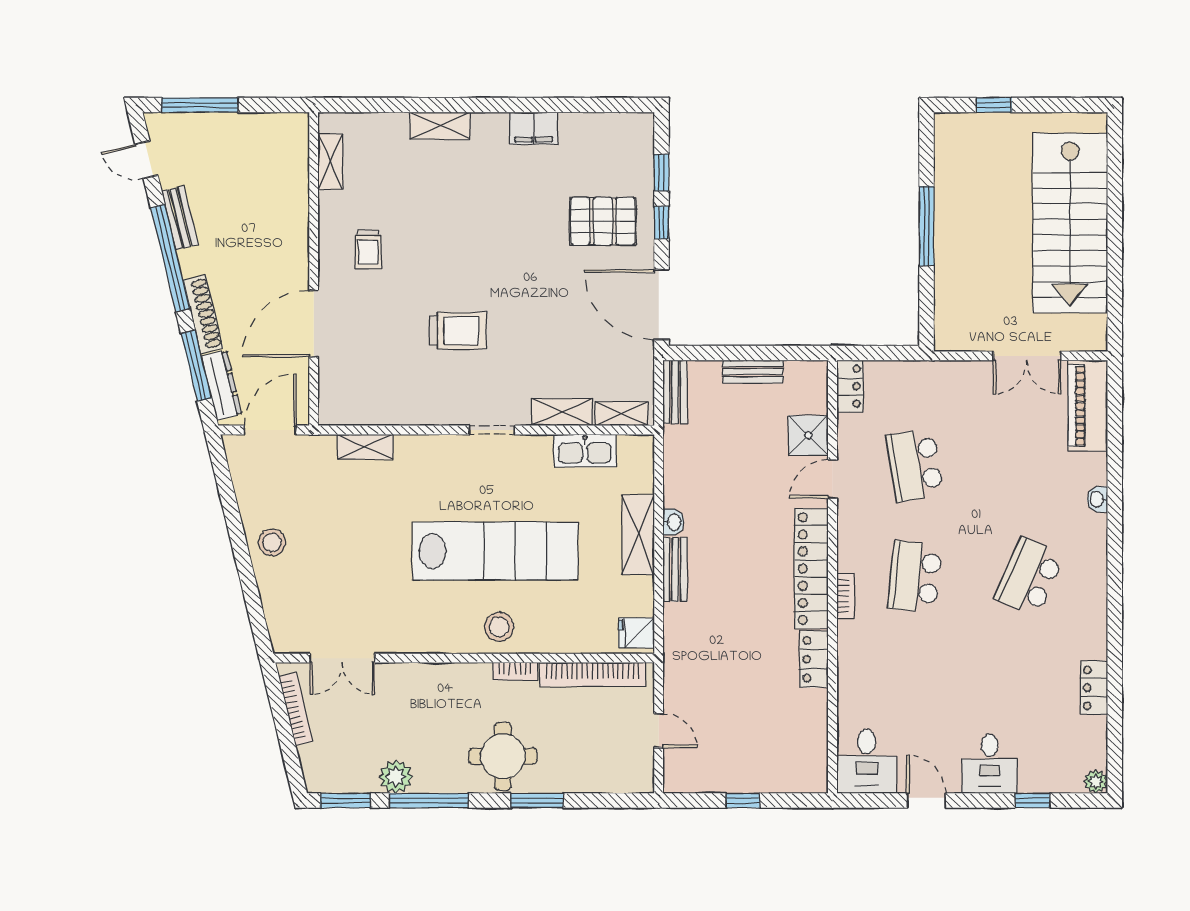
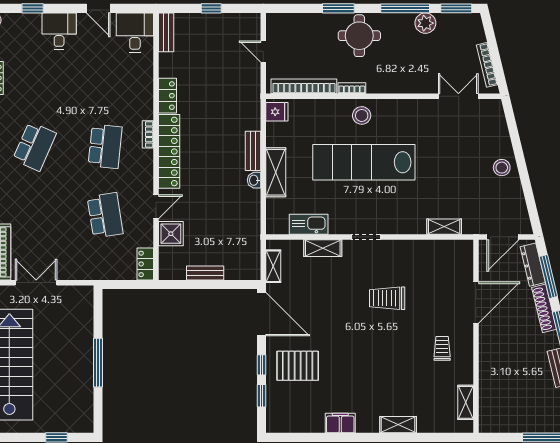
bench: (675, 392) -> (166, 32), moved
shelving: (621, 414) -> (273, 266), moved, turned 90

